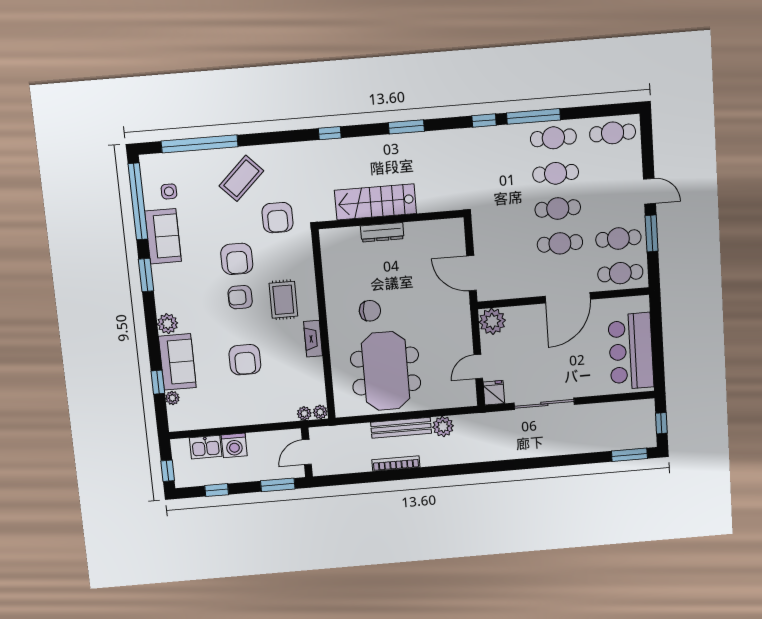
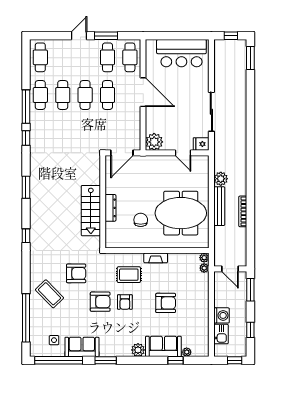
stairs: (375, 202) -> (91, 211), moved
wall: (391, 219) -> (103, 202), moved
dresser: (382, 232) -> (110, 208), moved

